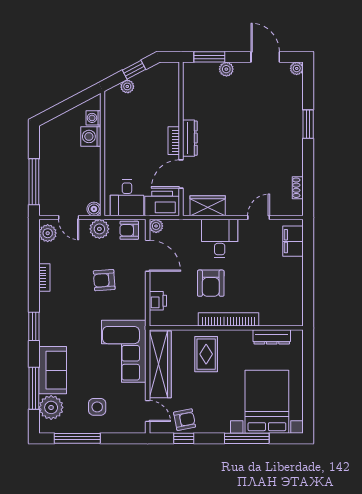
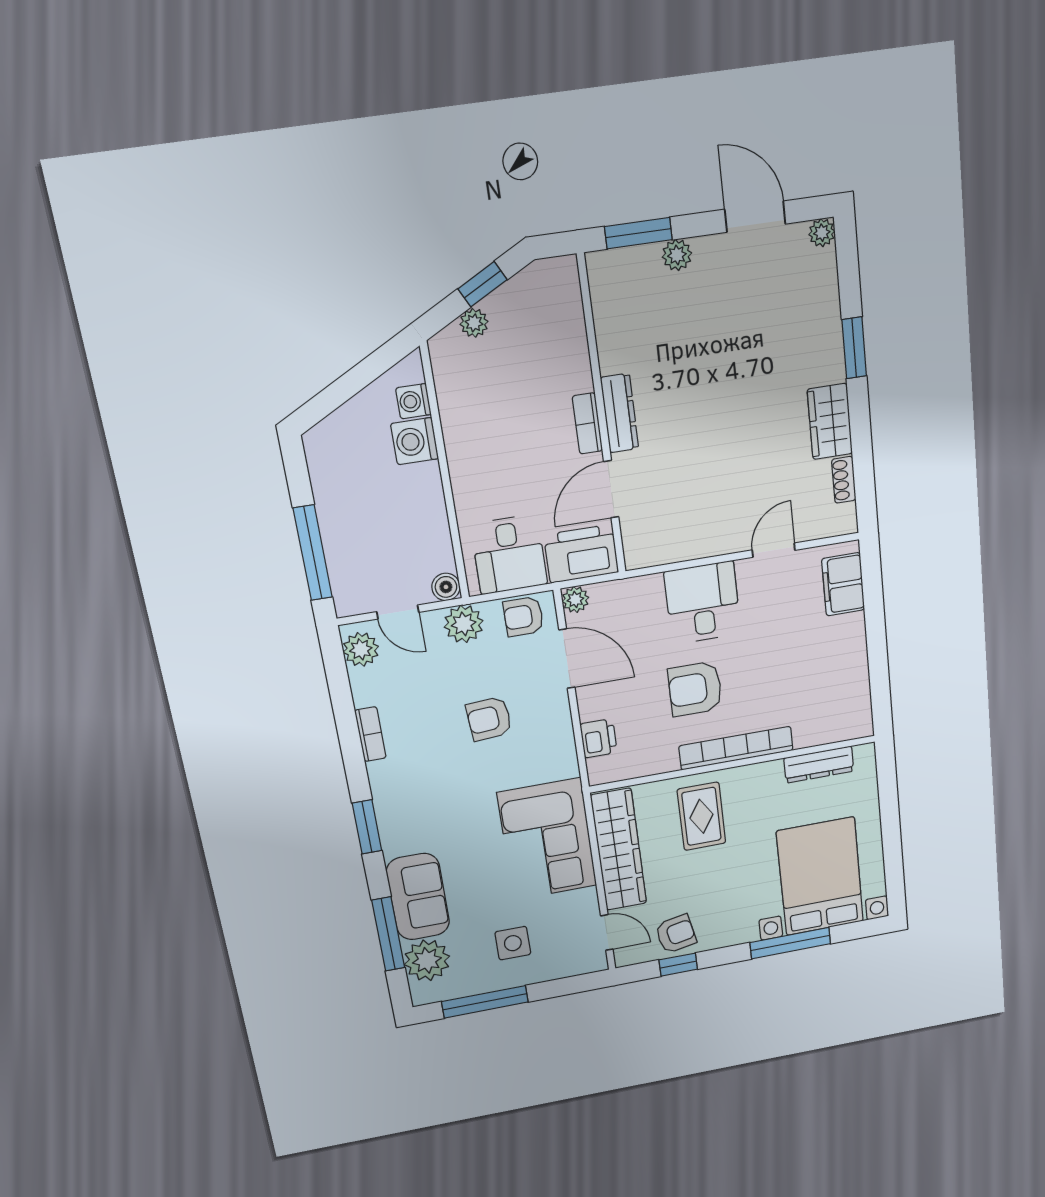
wardrobe: (208, 206) -> (830, 422), moved, turned -90
armchair: (211, 283) -> (695, 689), turned 90

